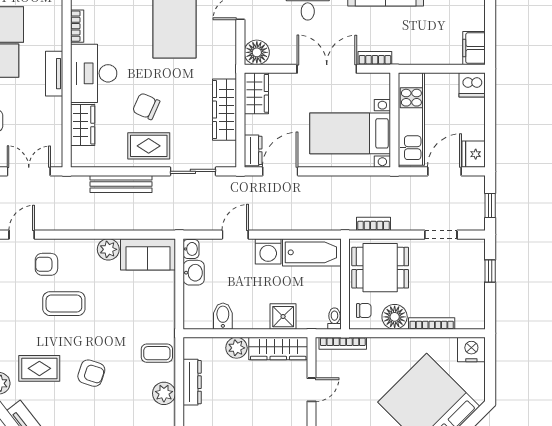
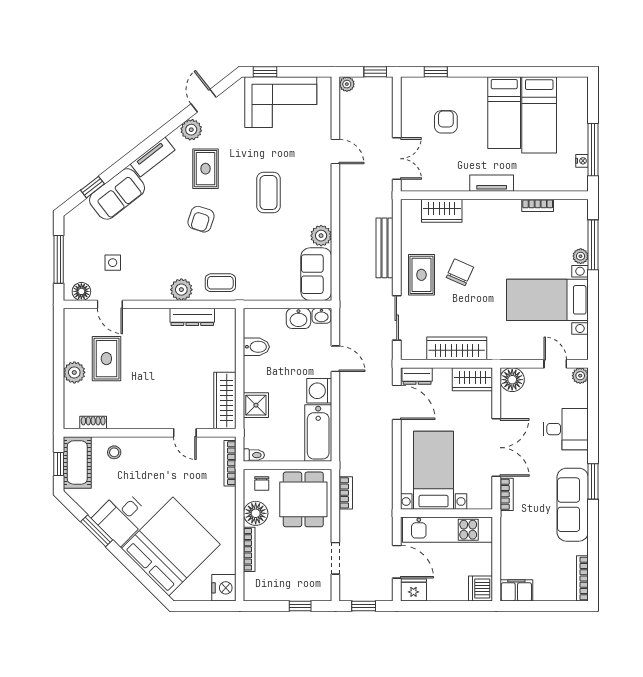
desk: (94, 73) -> (492, 221), removed
armchair: (46, 264) -> (307, 176), removed
plant: (236, 348) -> (226, 360), removed
coffee table: (157, 353) -> (220, 283), turned 90

